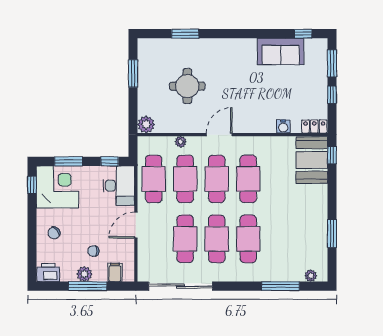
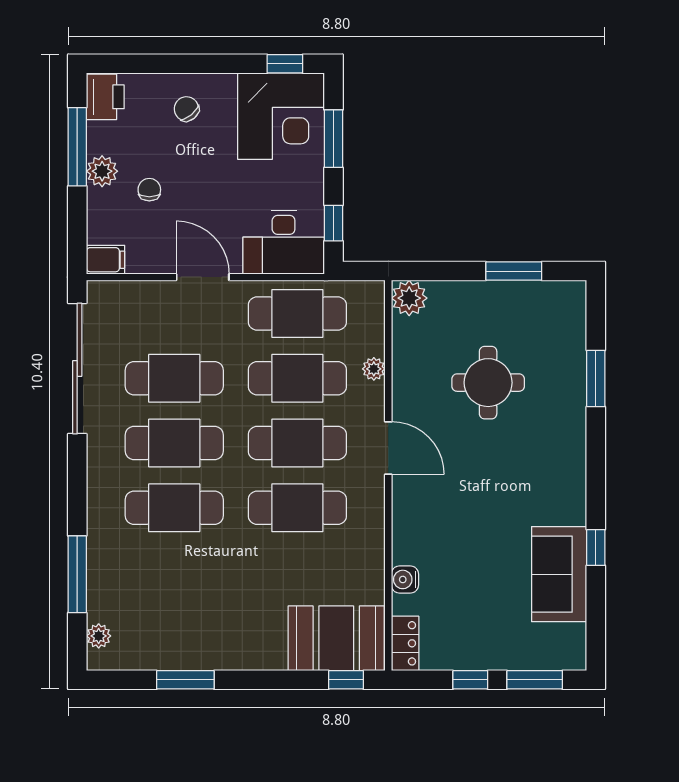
window: (303, 34) -> (596, 548), moved
filing cabinet: (115, 272) -> (106, 260), moved
window: (88, 286) -> (77, 147), moved

